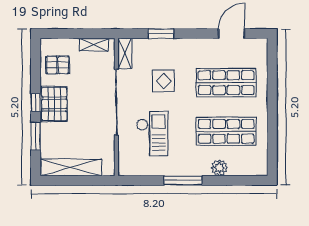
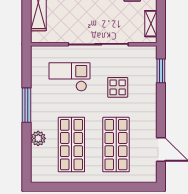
window: (161, 34) -> (161, 71), moved
shelving: (125, 53) -> (143, 52), removed
checkout: (152, 134) -> (69, 77), turned 180

